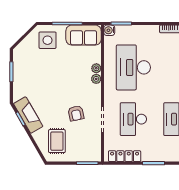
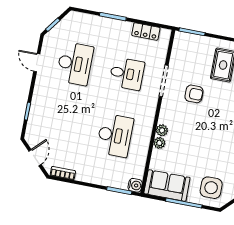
desk: (133, 67) -> (115, 135), width x0.73, depth x0.77
armchair: (76, 113) -> (194, 94), turned 102
desk: (133, 119) -> (127, 74), width x0.73
locker: (125, 156) -> (146, 31), width x0.66

